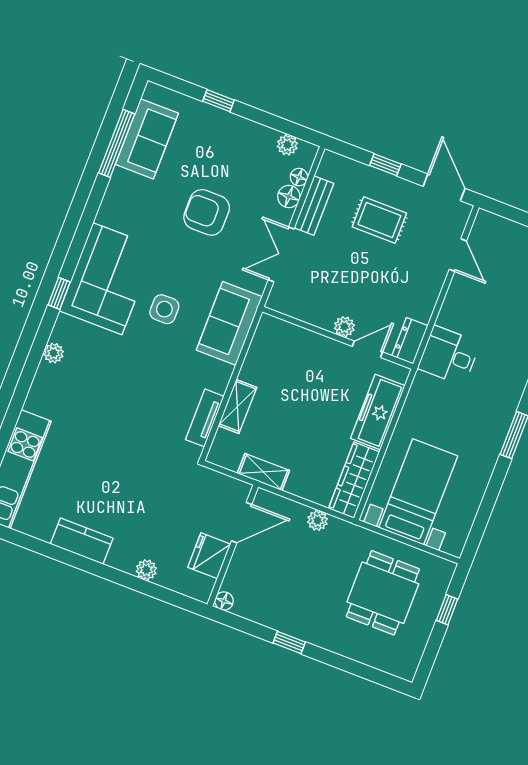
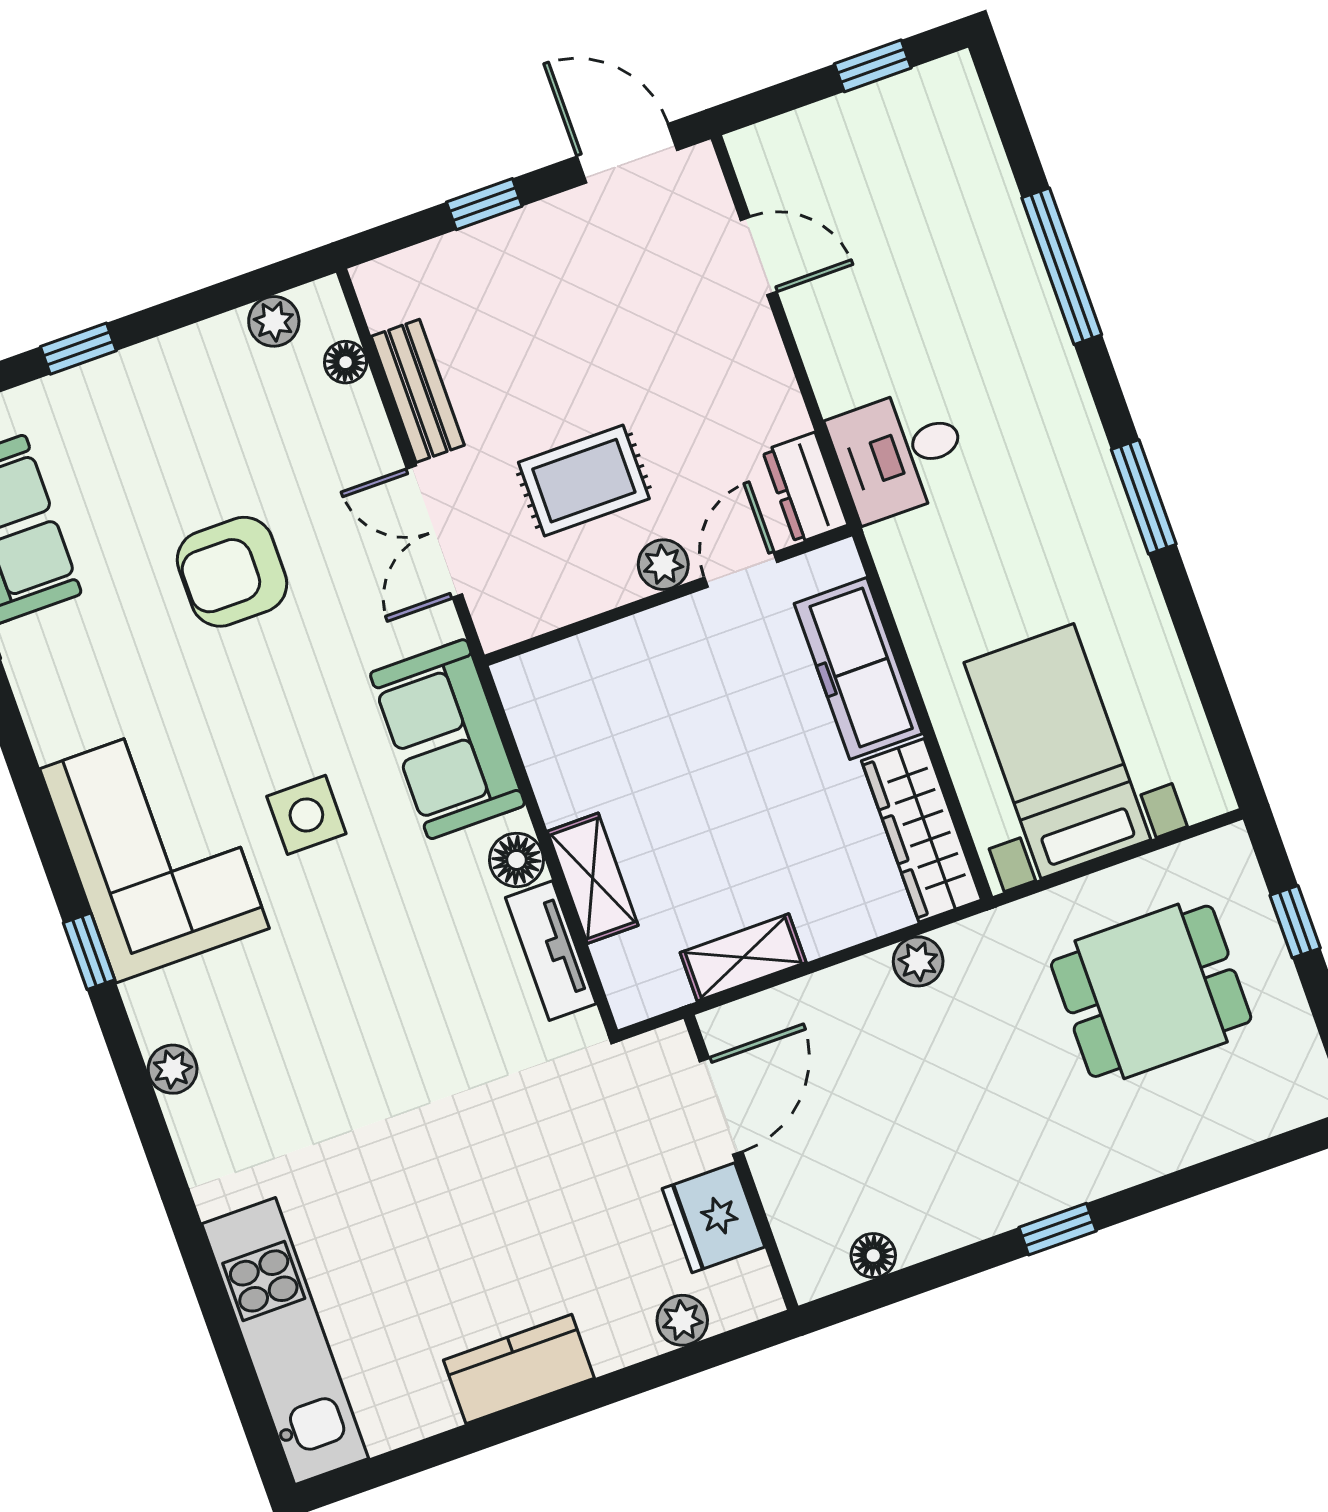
floor lamp: (289, 197) -> (517, 860), moved
rug: (379, 220) -> (584, 481), moved
door: (242, 523) -> (721, 1106), moved
wall: (233, 546) -> (741, 1162), moved
fridge: (209, 556) -> (713, 1218), moved
dining table: (383, 593) -> (1151, 991), turned 90

